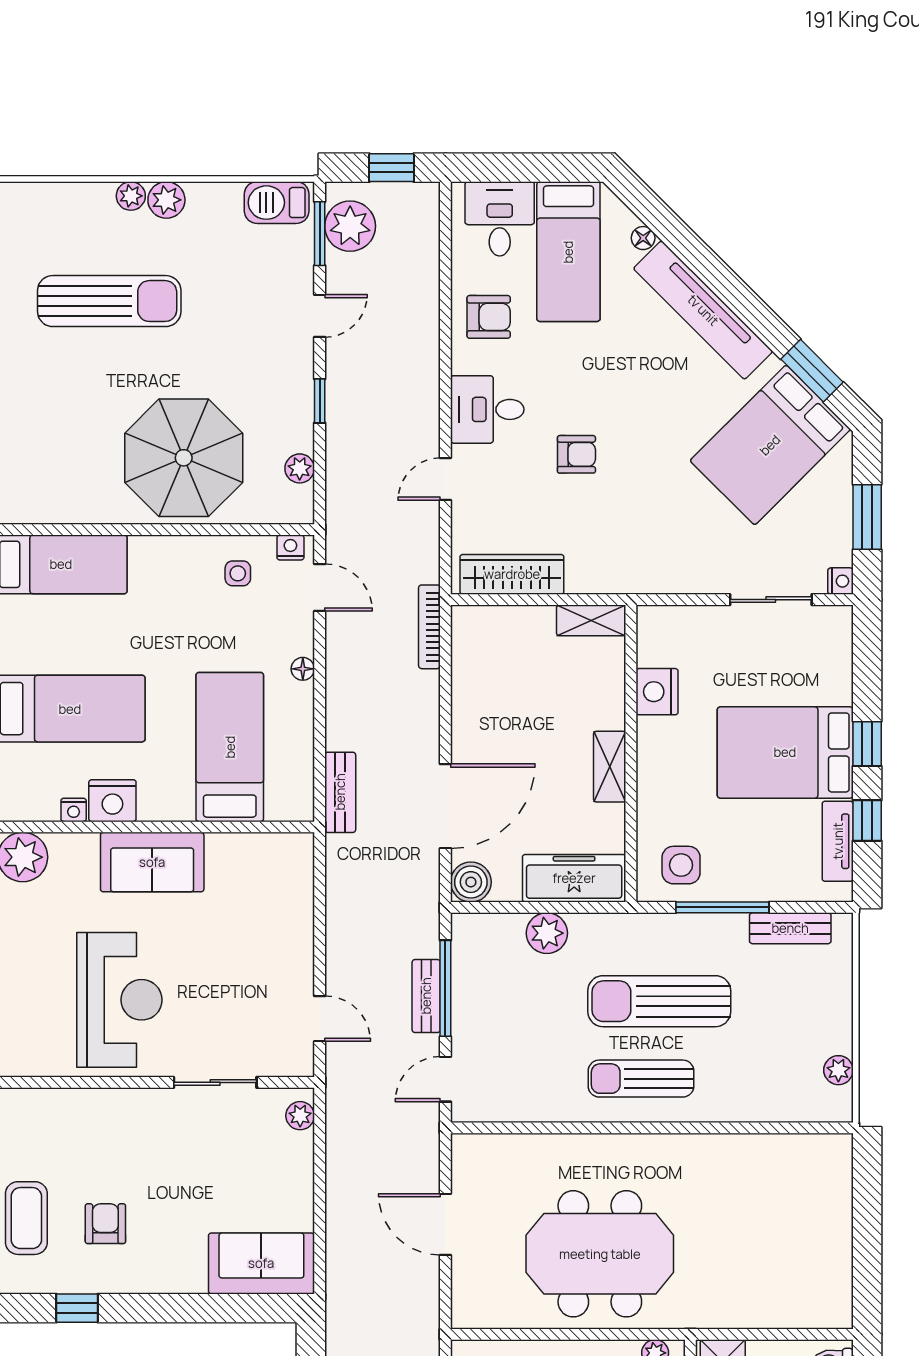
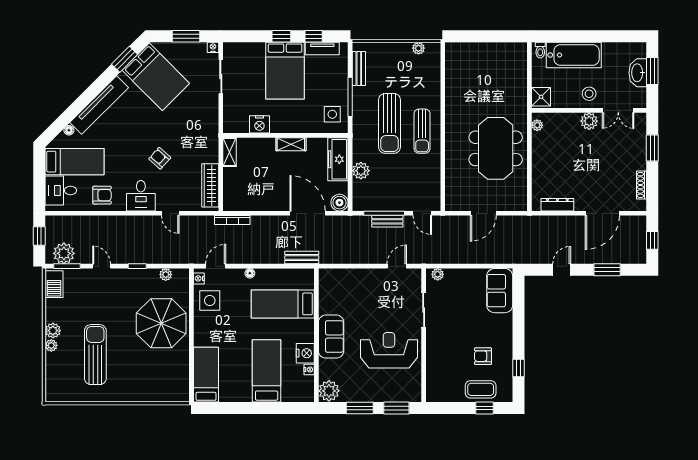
armchair: (489, 317) -> (102, 195), turned 90
armchair: (576, 454) -> (160, 158), turned -48
side table: (238, 573) -> (210, 301), width x1.87, depth x1.87

